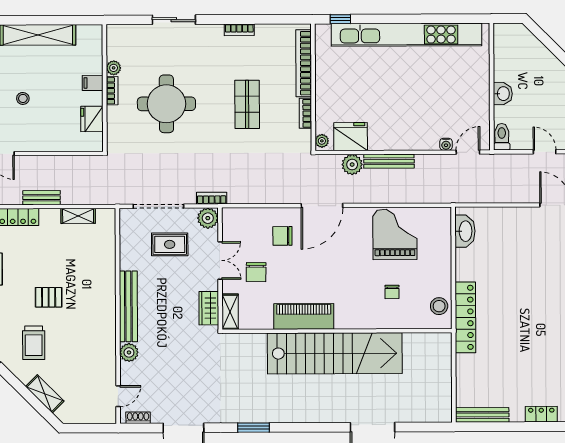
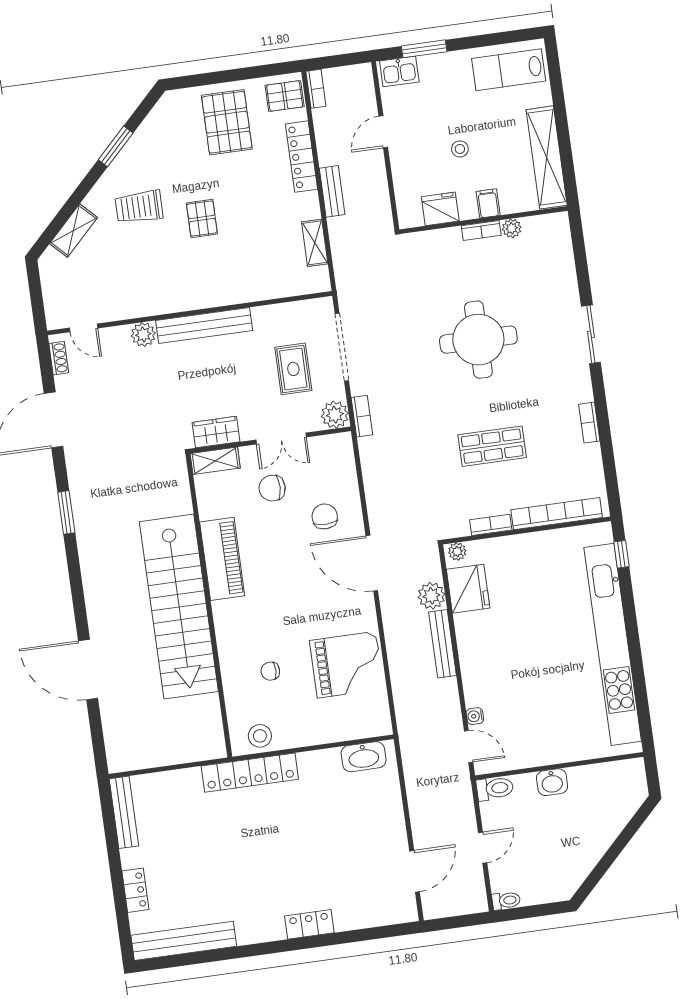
plant: (114, 68) -> (512, 228), moved
filing cabinet: (93, 83) -> (488, 203), moved
wall: (105, 88) -> (484, 220), moved
bookcase: (112, 91) -> (481, 230), moved
fridge: (92, 119) -> (440, 209), moved

